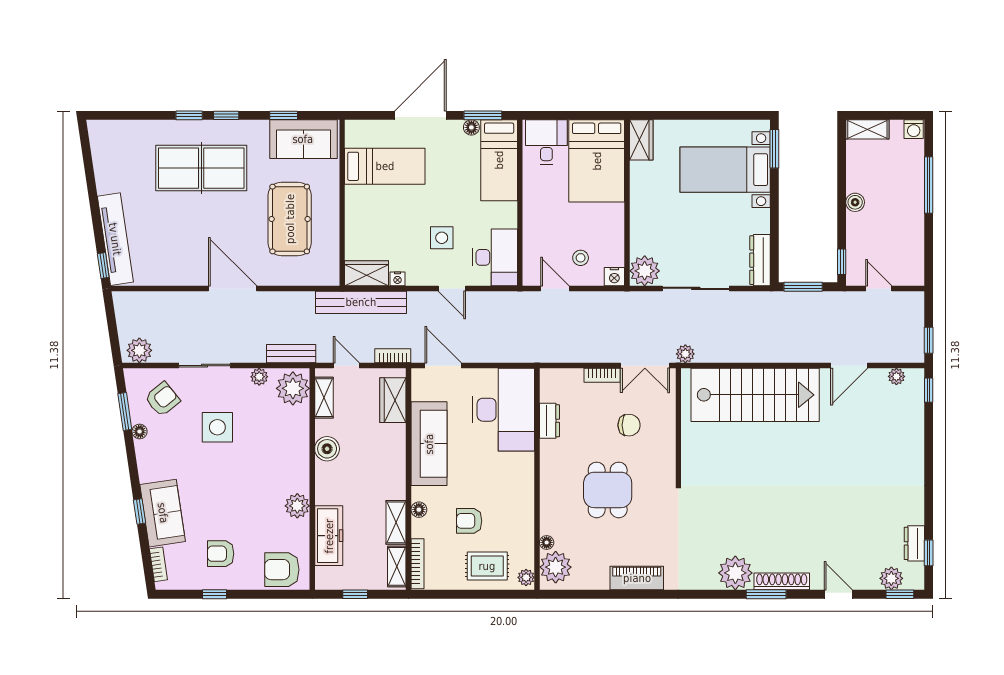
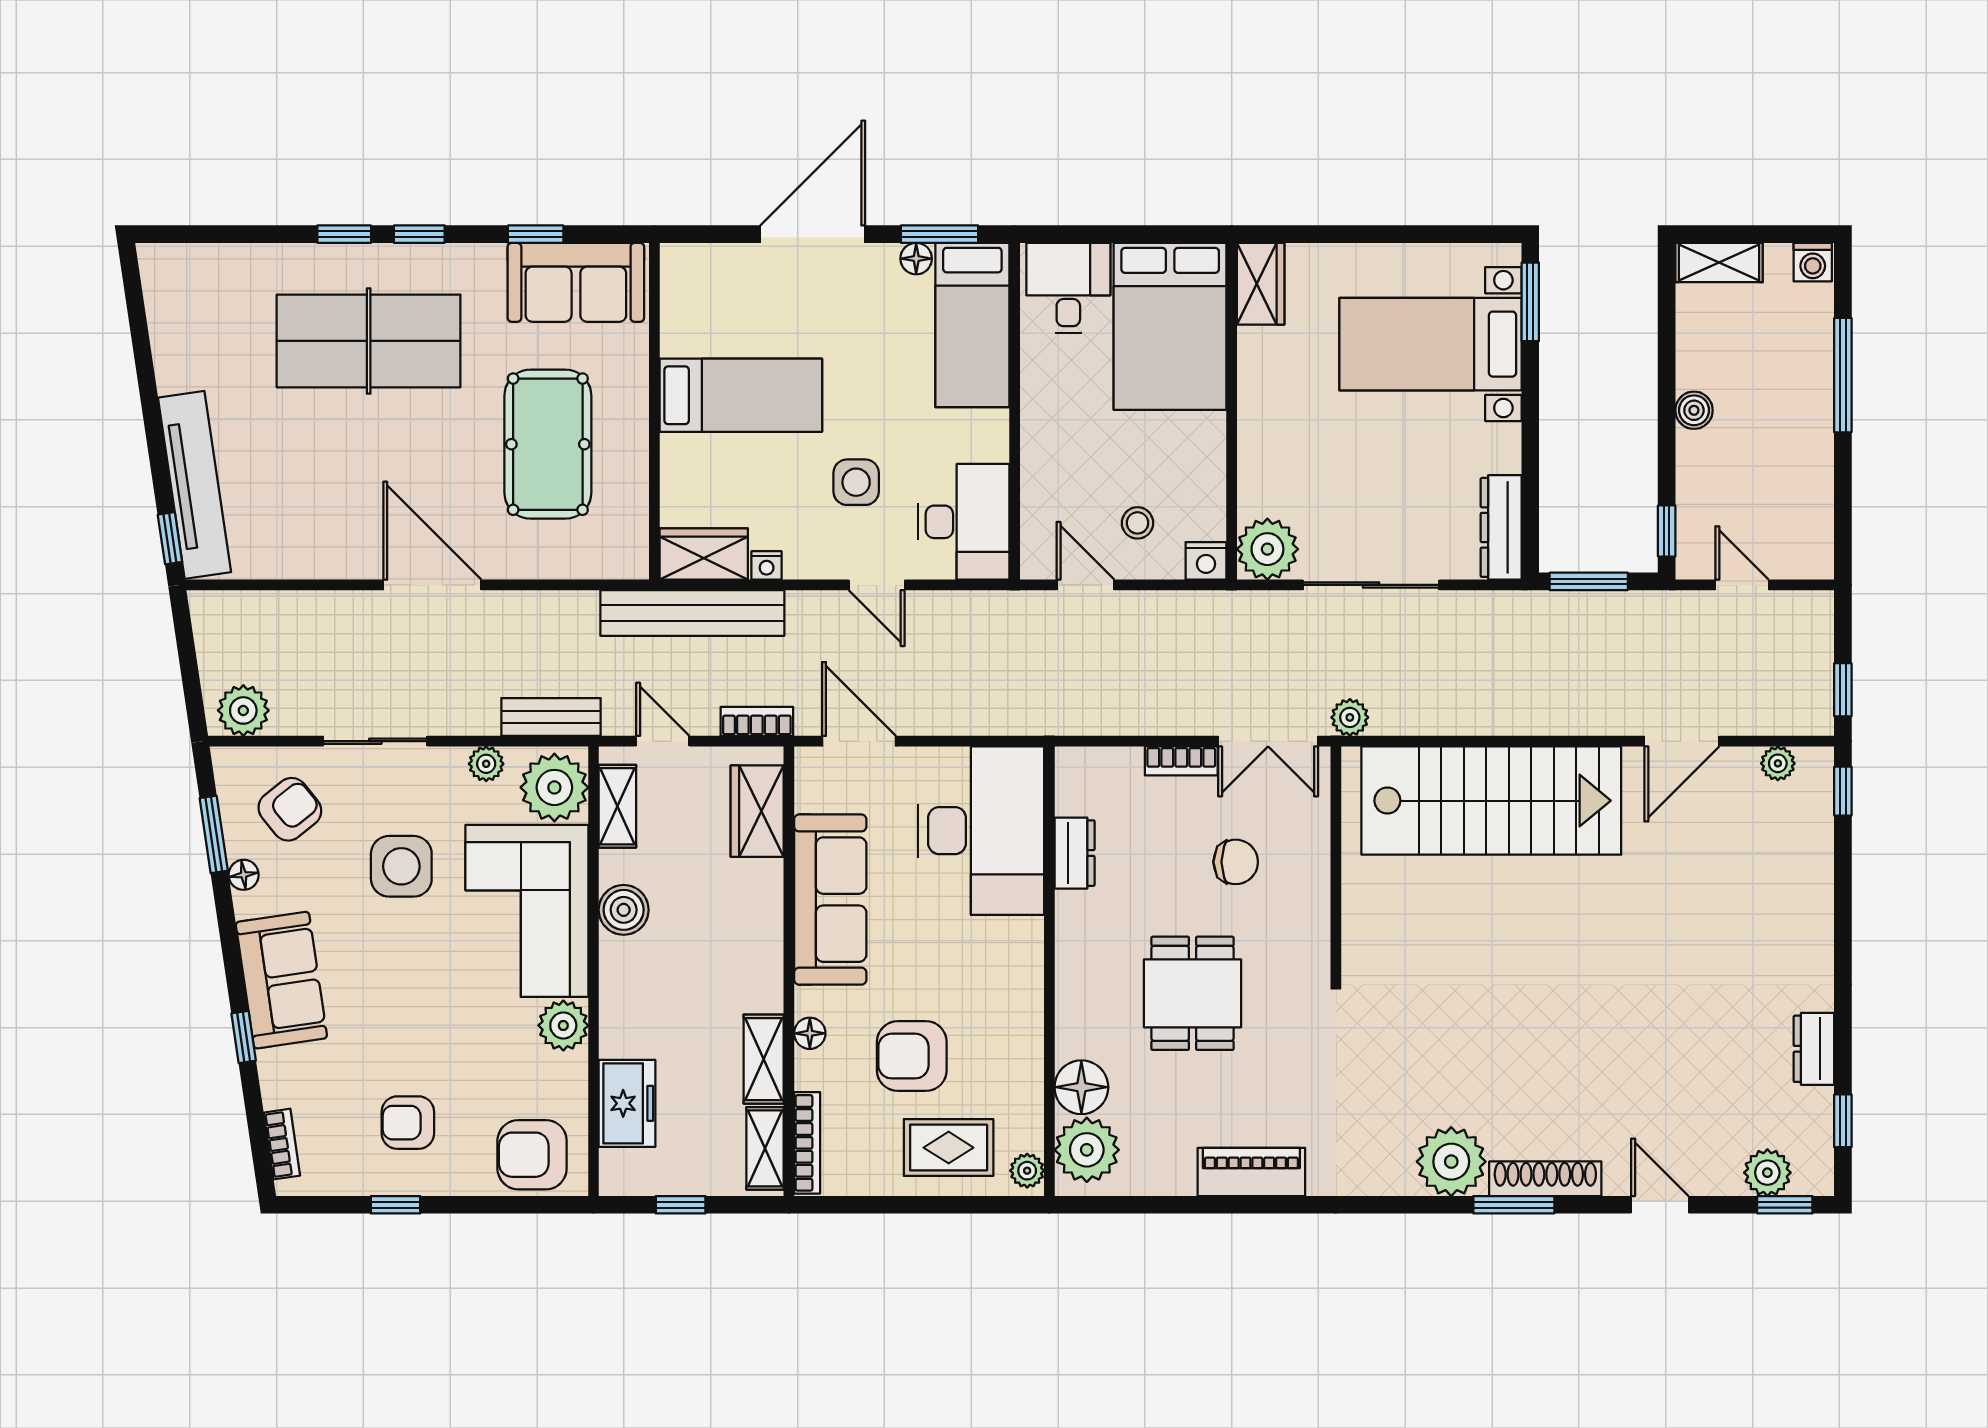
bed: (385, 166) -> (741, 395), moved
corner sofa: (279, 449) -> (527, 911), added
sofa: (163, 513) -> (281, 980), moved
armchair: (469, 521) -> (912, 1056), width x1.38, depth x1.38
freezer: (329, 536) -> (627, 1103), width x0.71
floor lamp: (547, 542) -> (1081, 1087), width x1.89, depth x1.89
dresser: (914, 543) -> (1814, 1049), moved

